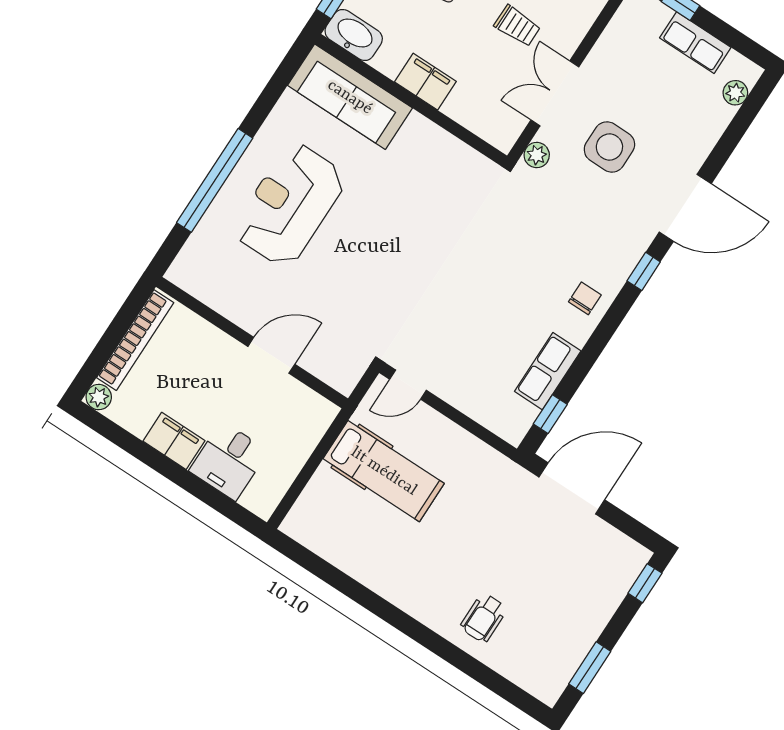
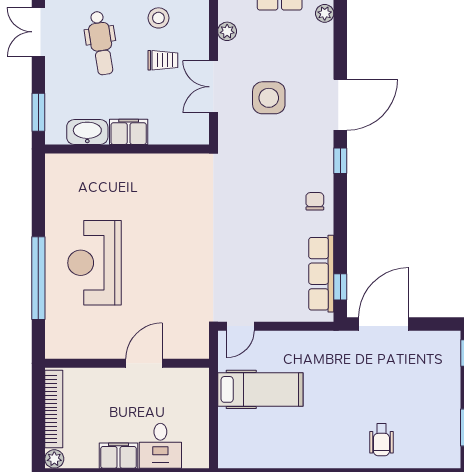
washbasin: (354, 35) -> (87, 132), moved
sofa: (350, 97) -> (88, 172), removed
plant: (537, 155) -> (227, 31), moved
row of seats: (548, 371) -> (321, 274), width x1.48

